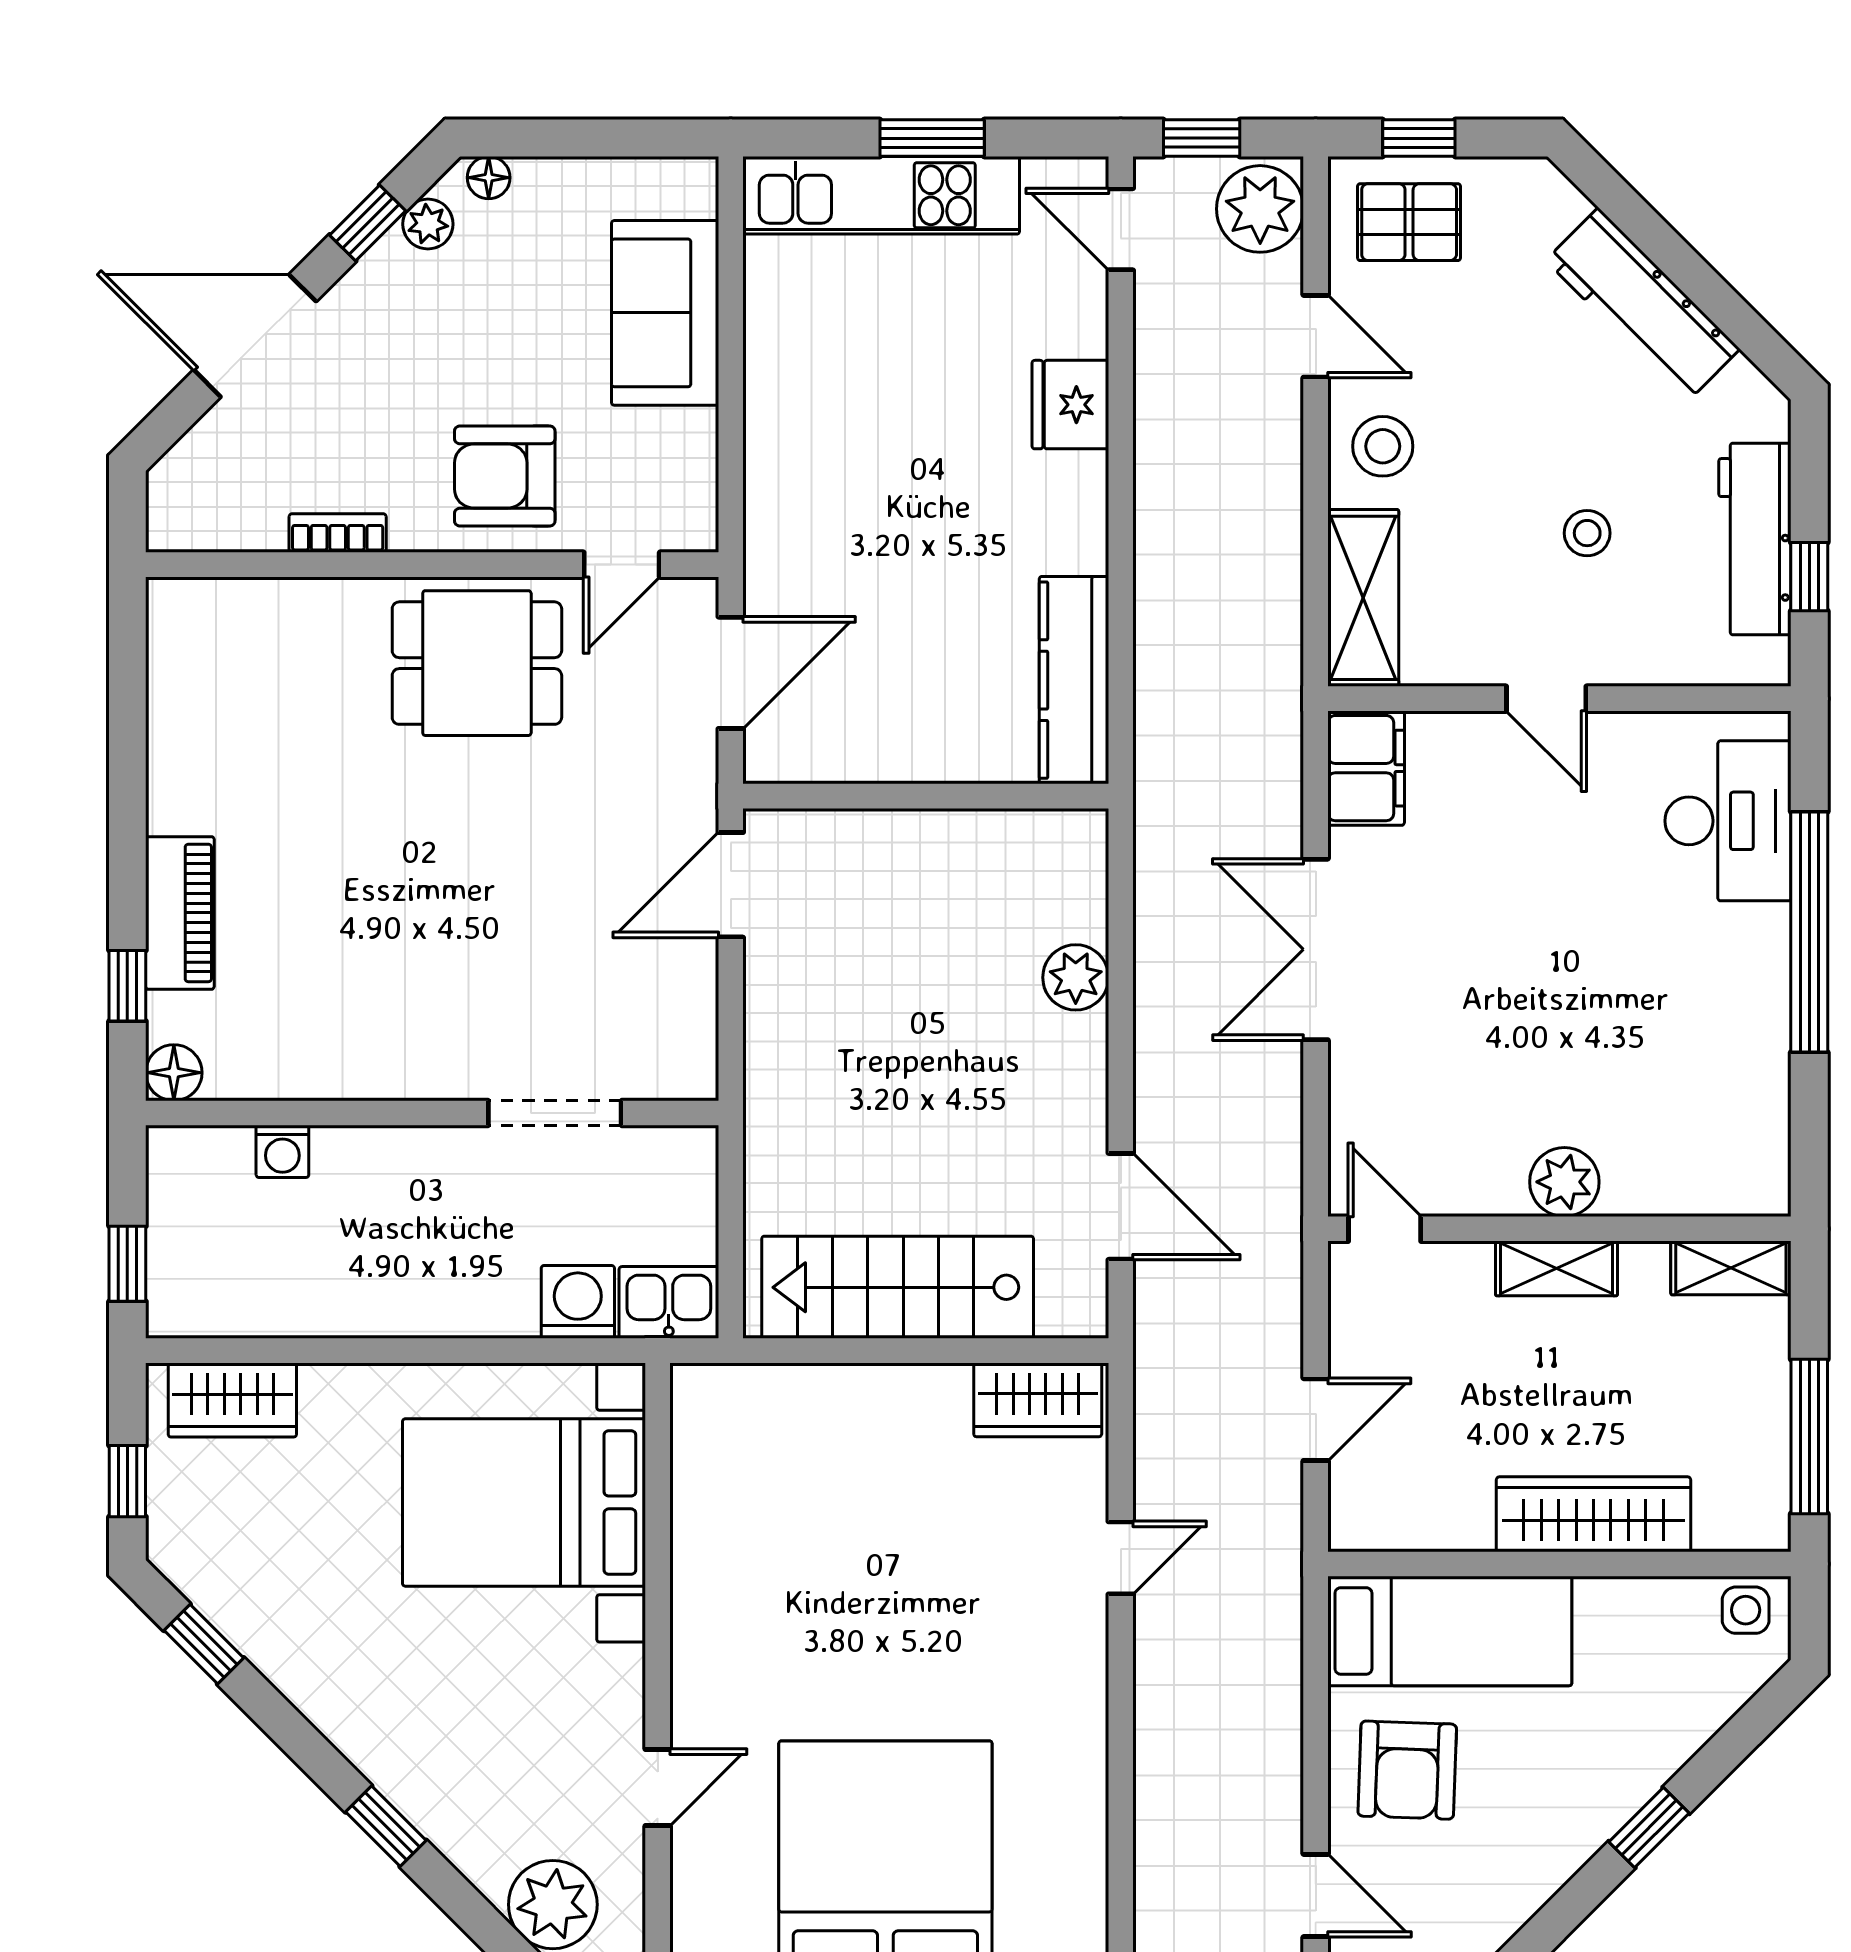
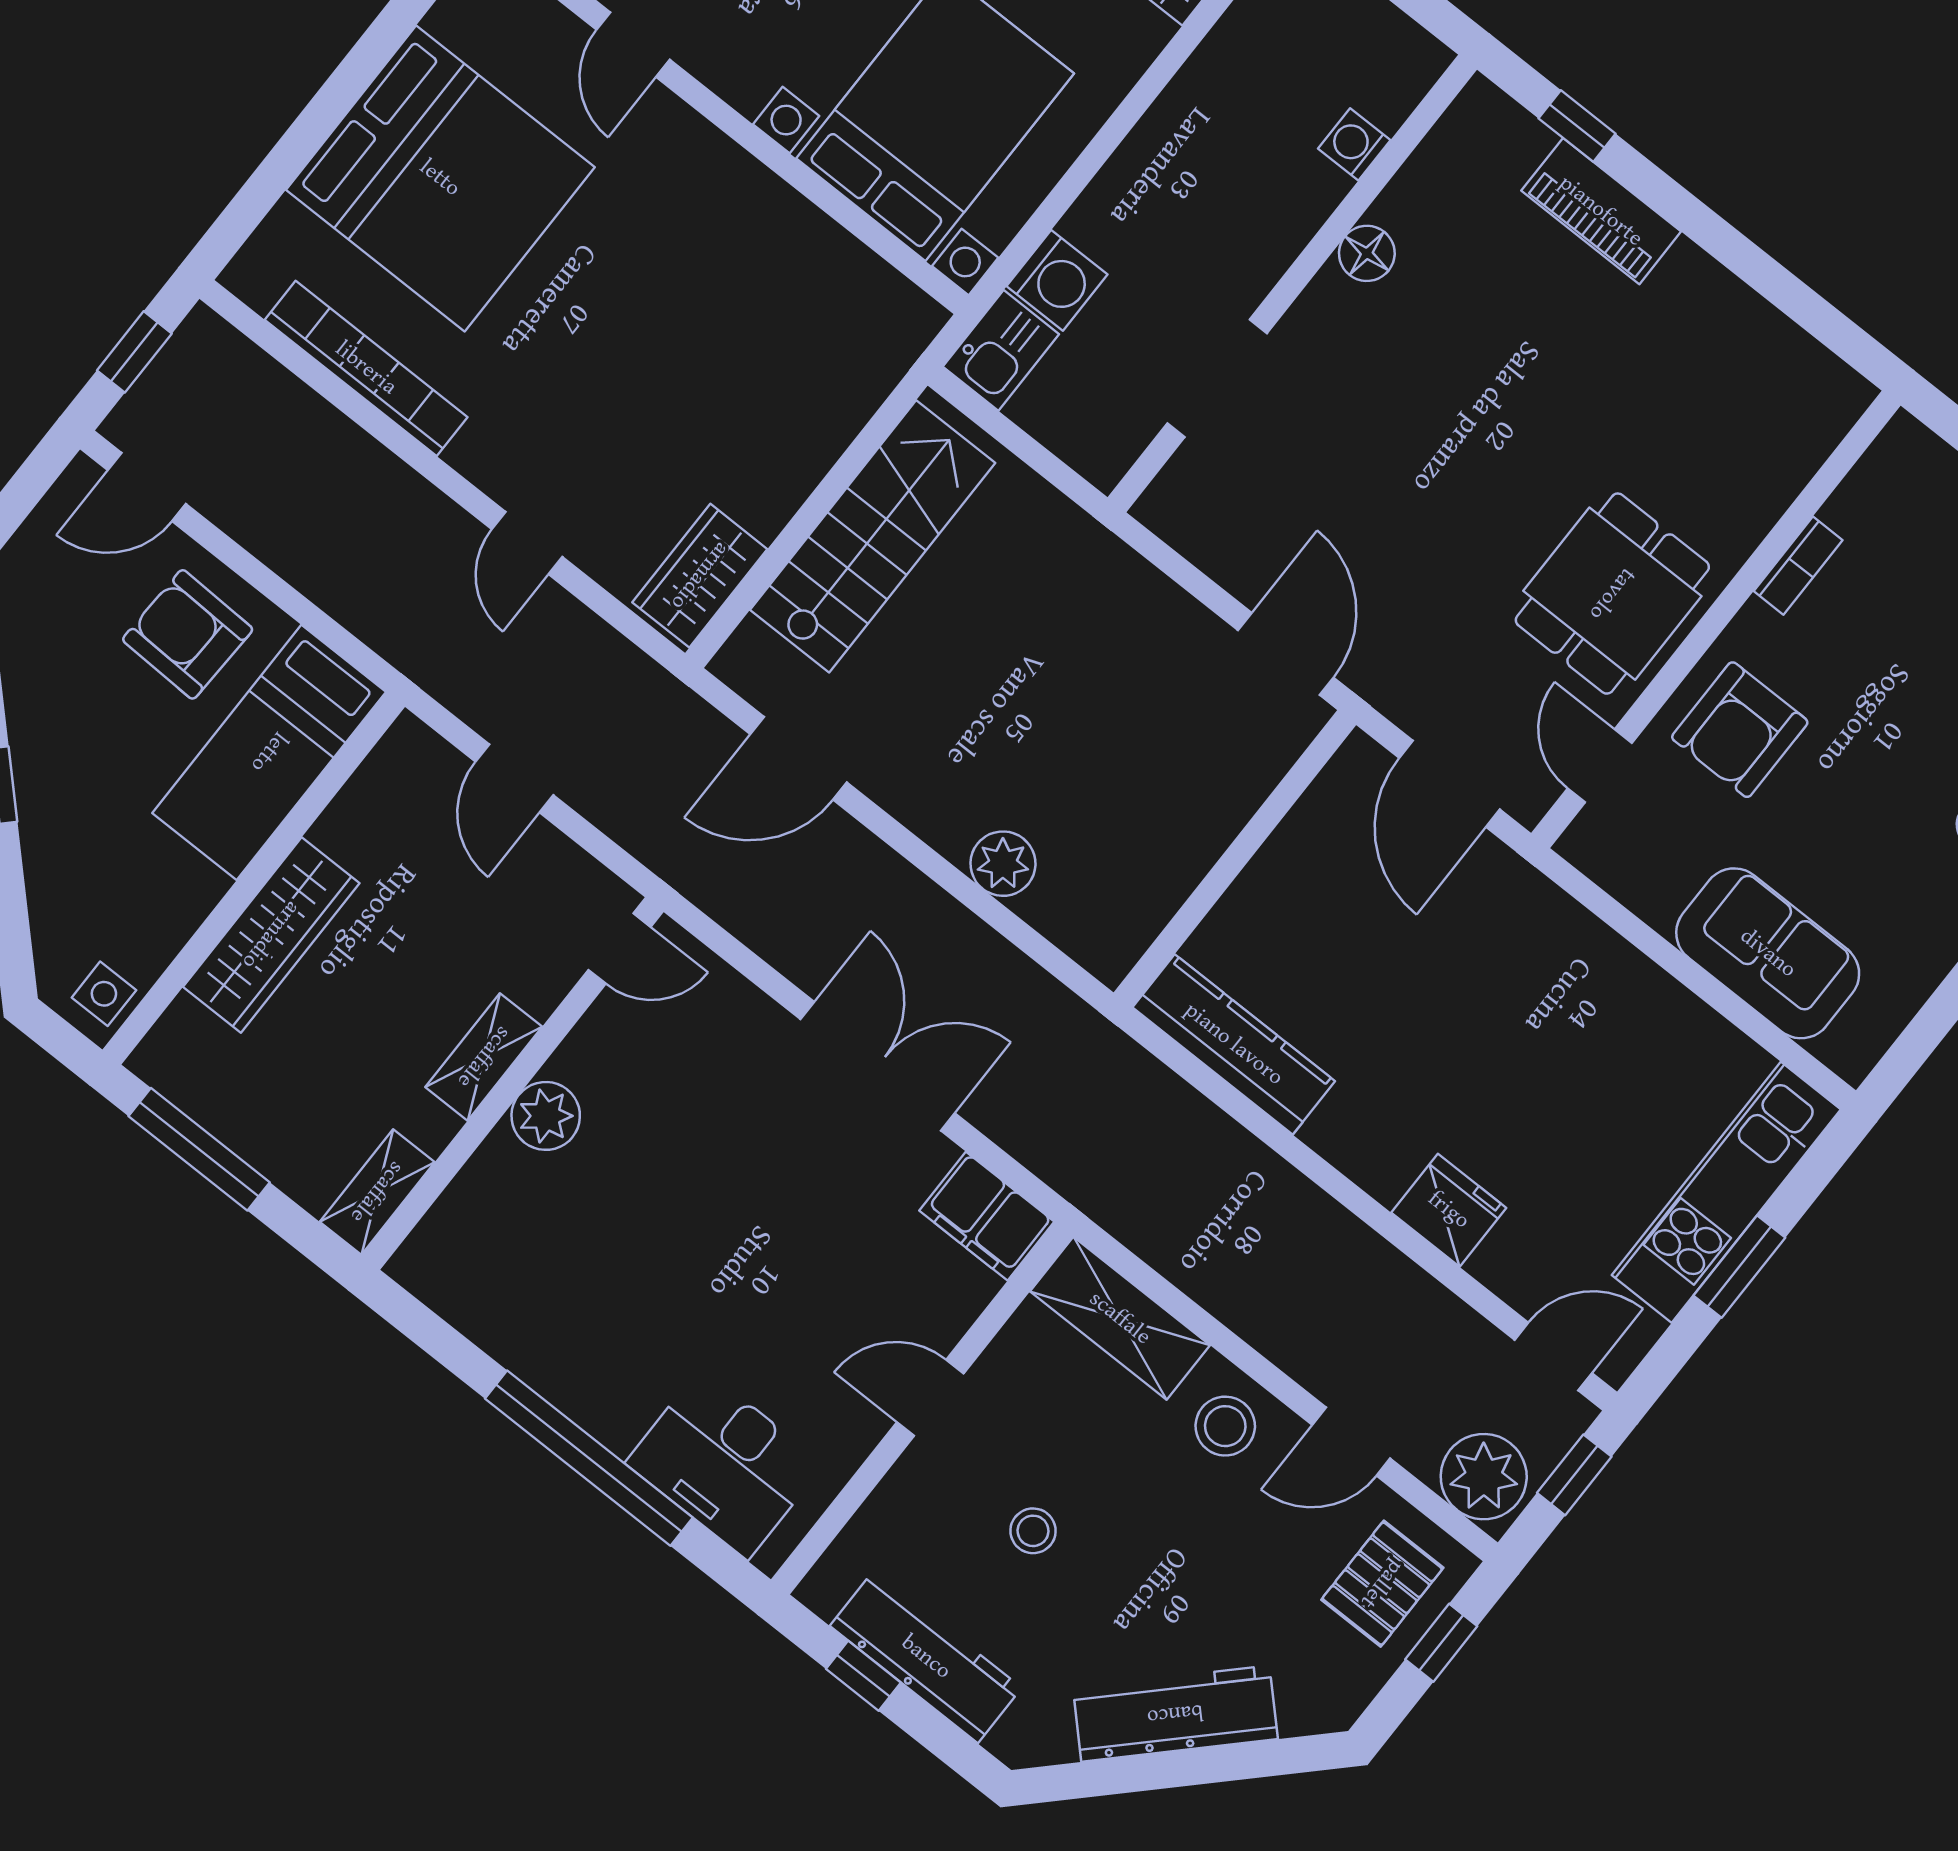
armchair: (505, 476) -> (1740, 730), turned 180
floor lamp: (174, 1073) -> (1367, 253), moved
bookcase: (1083, 1796) -> (366, 368), added

